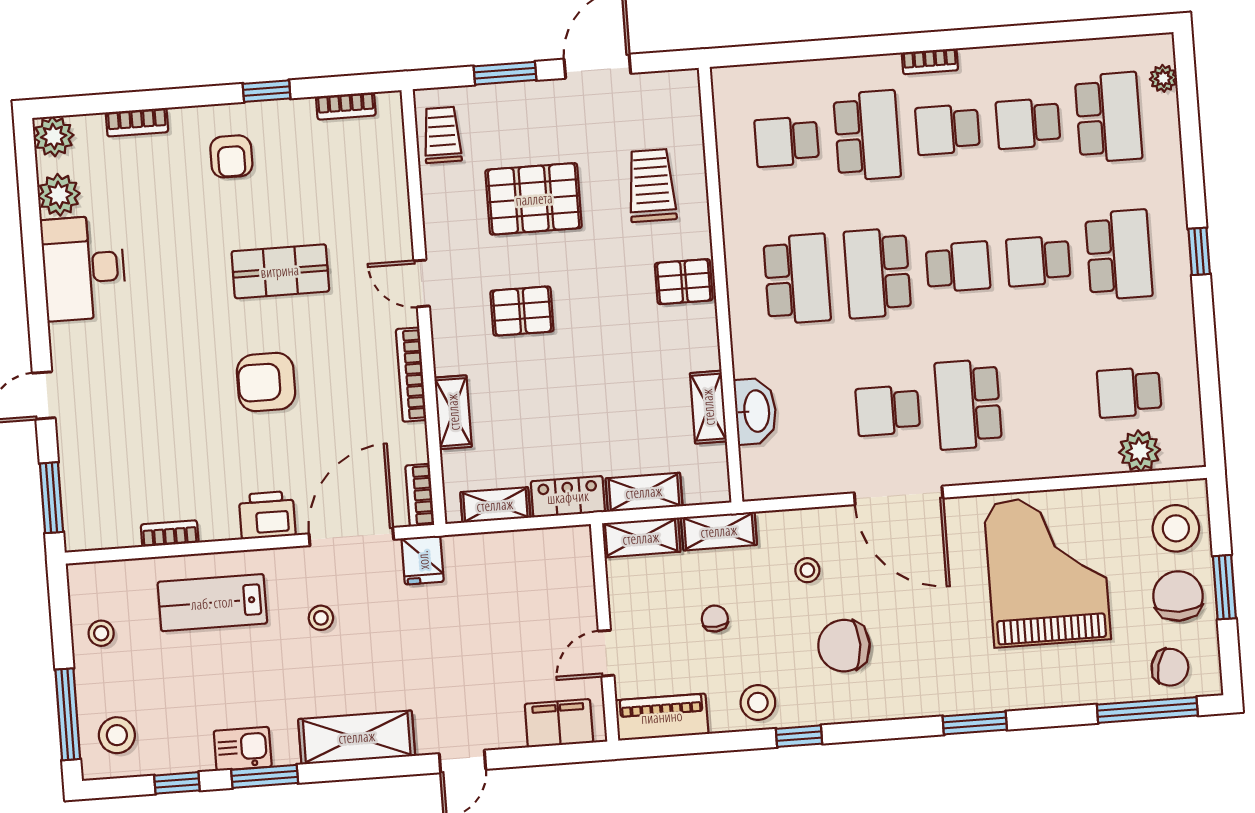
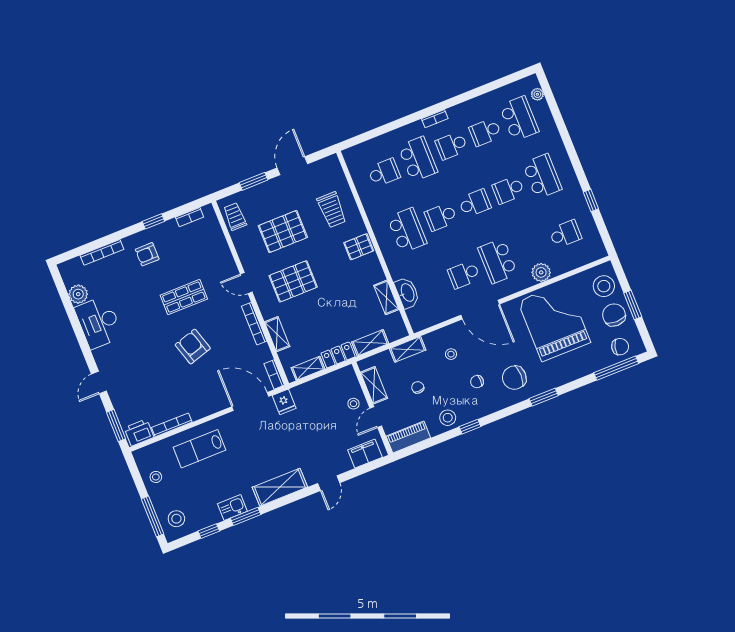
bookcase: (137, 122) -> (102, 252), width x1.56
plant: (54, 136) -> (68, 270), removed
school desk: (787, 142) -> (384, 173), turned 180
armchair: (231, 156) -> (147, 254), turned 90
trolley: (652, 186) -> (332, 210), turned 180
window: (1199, 251) -> (591, 200), moved
school desk: (877, 273) -> (441, 217), width x0.54
pallet: (522, 311) -> (293, 281), width x1.50, depth x1.42
armchair: (266, 382) -> (193, 347), turned 73
school desk: (1129, 392) -> (565, 234), turned 180
plant: (1140, 451) -> (541, 272), moved
printer: (267, 515) -> (139, 433), moved
bookcase: (170, 534) -> (172, 425), width x1.56
door: (351, 537) -> (250, 401), hinge flipped
shelving: (641, 538) -> (374, 385), moved, turned 90
stool: (321, 618) -> (354, 404), moved
chair: (844, 646) -> (477, 382), width x0.54, depth x0.54
chair: (925, 662) -> (514, 378), added

